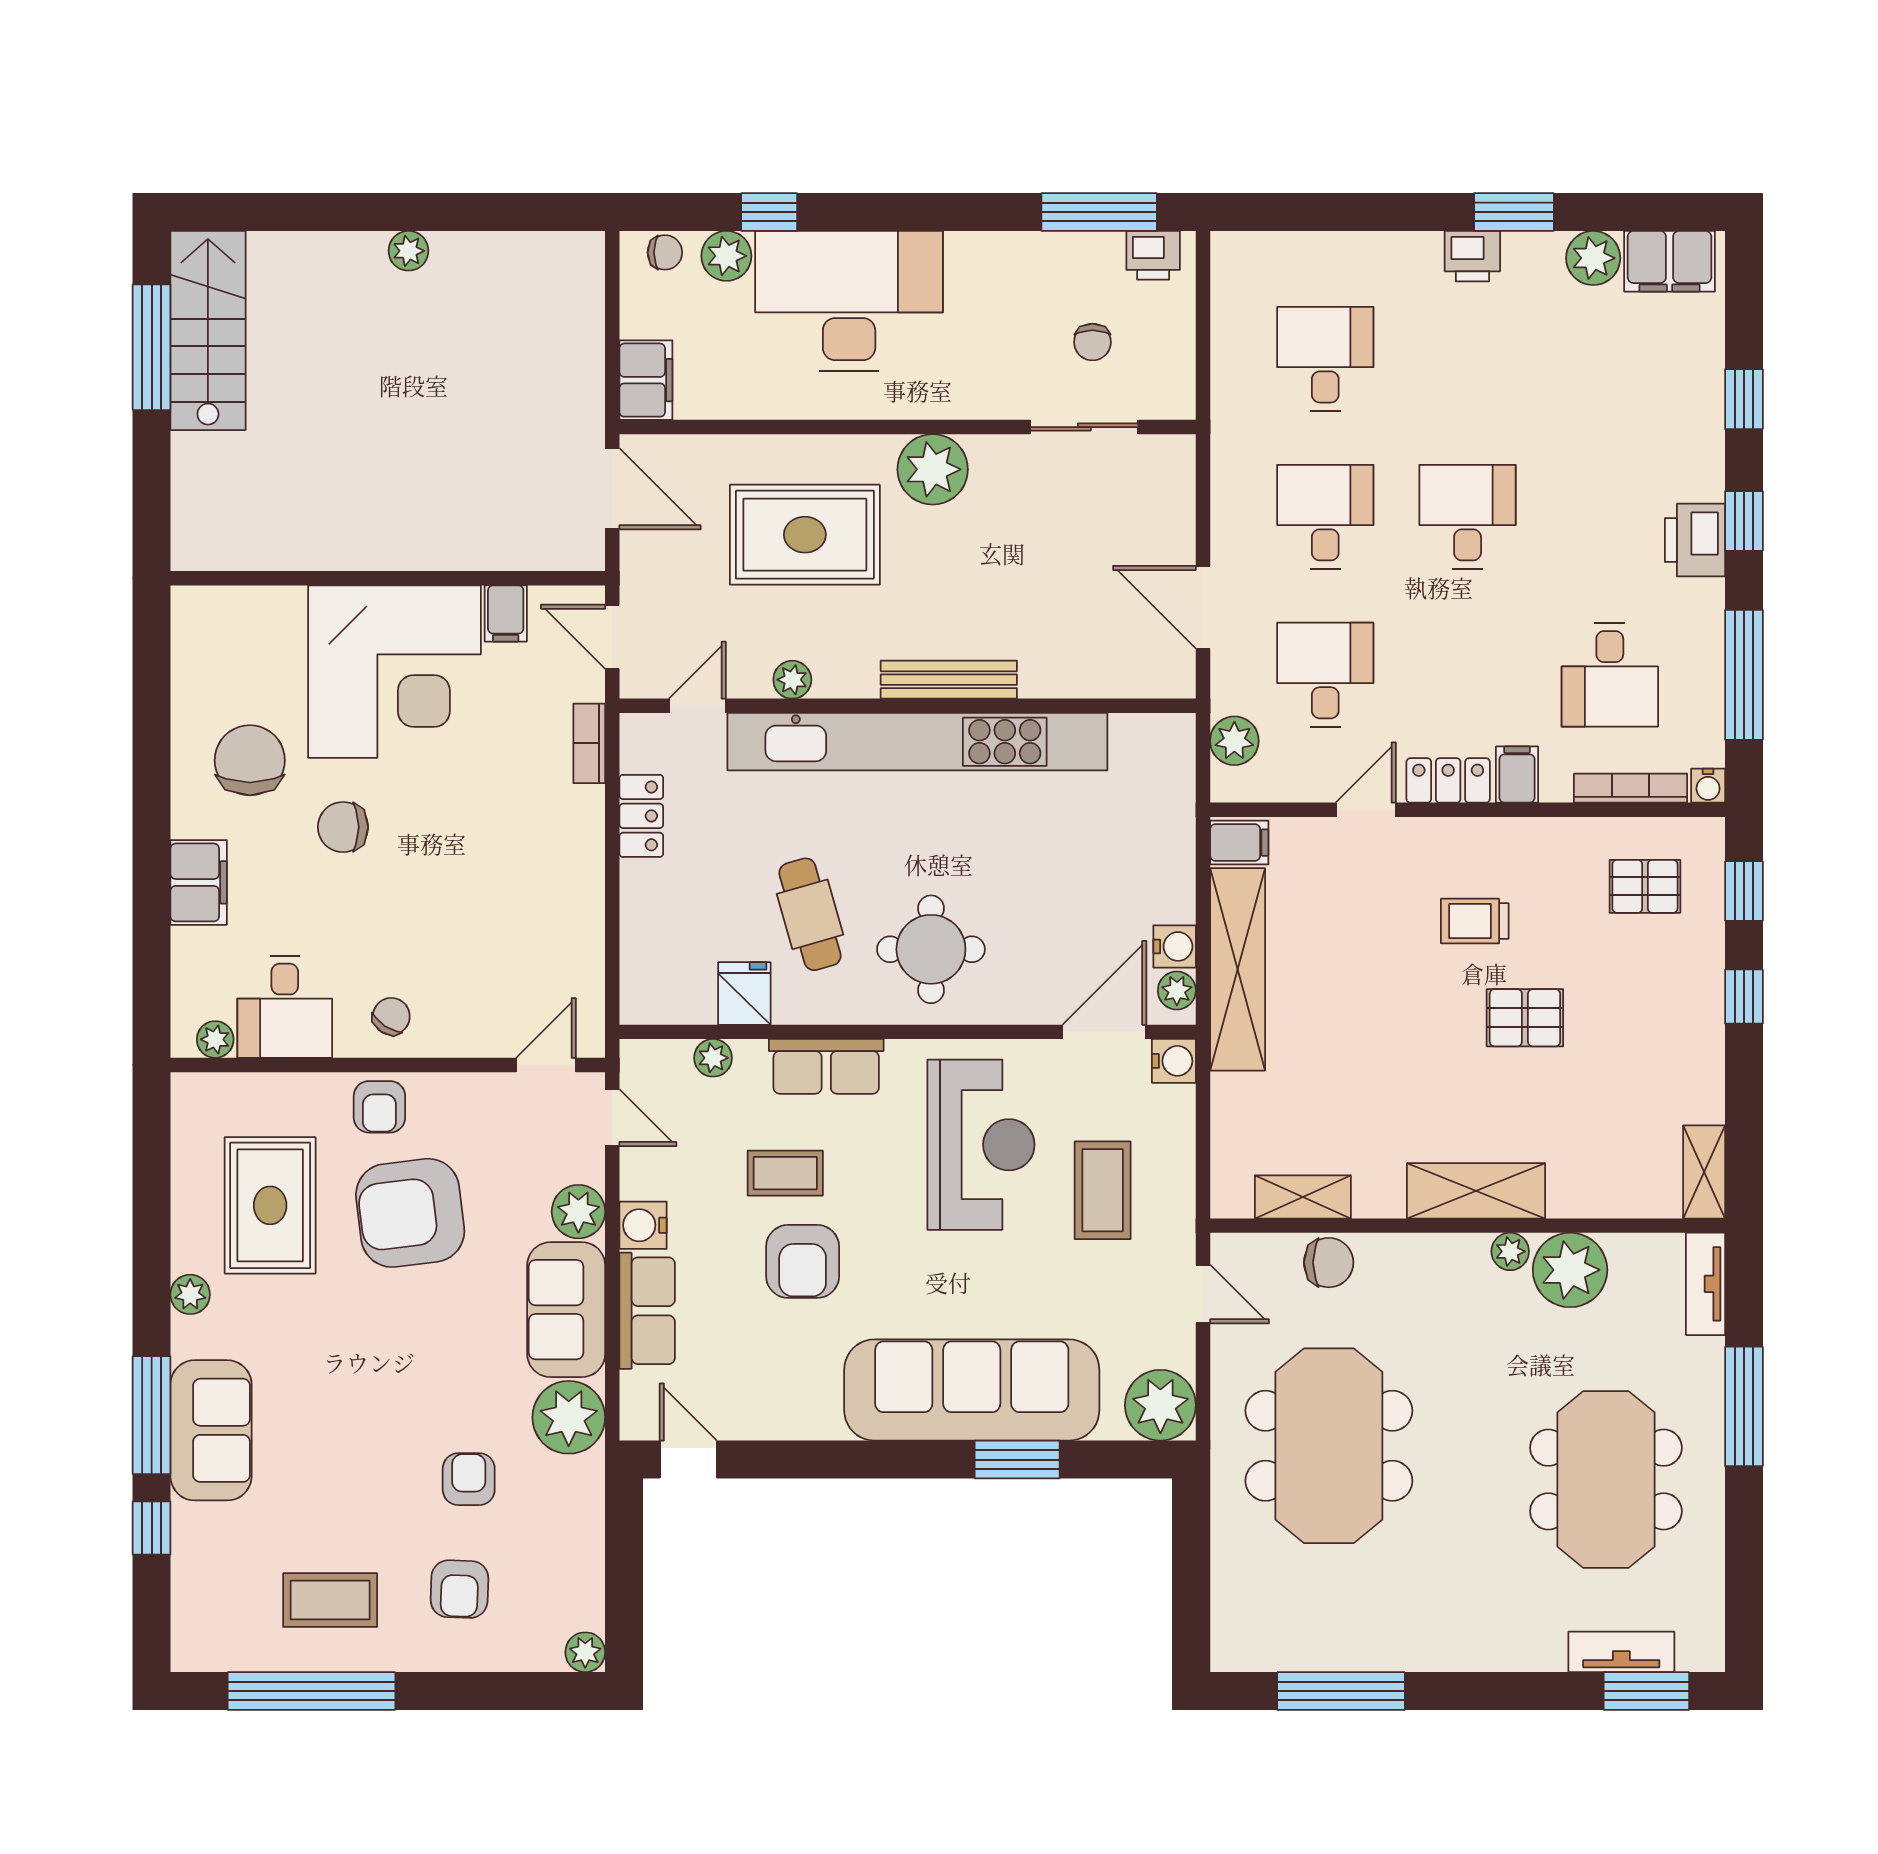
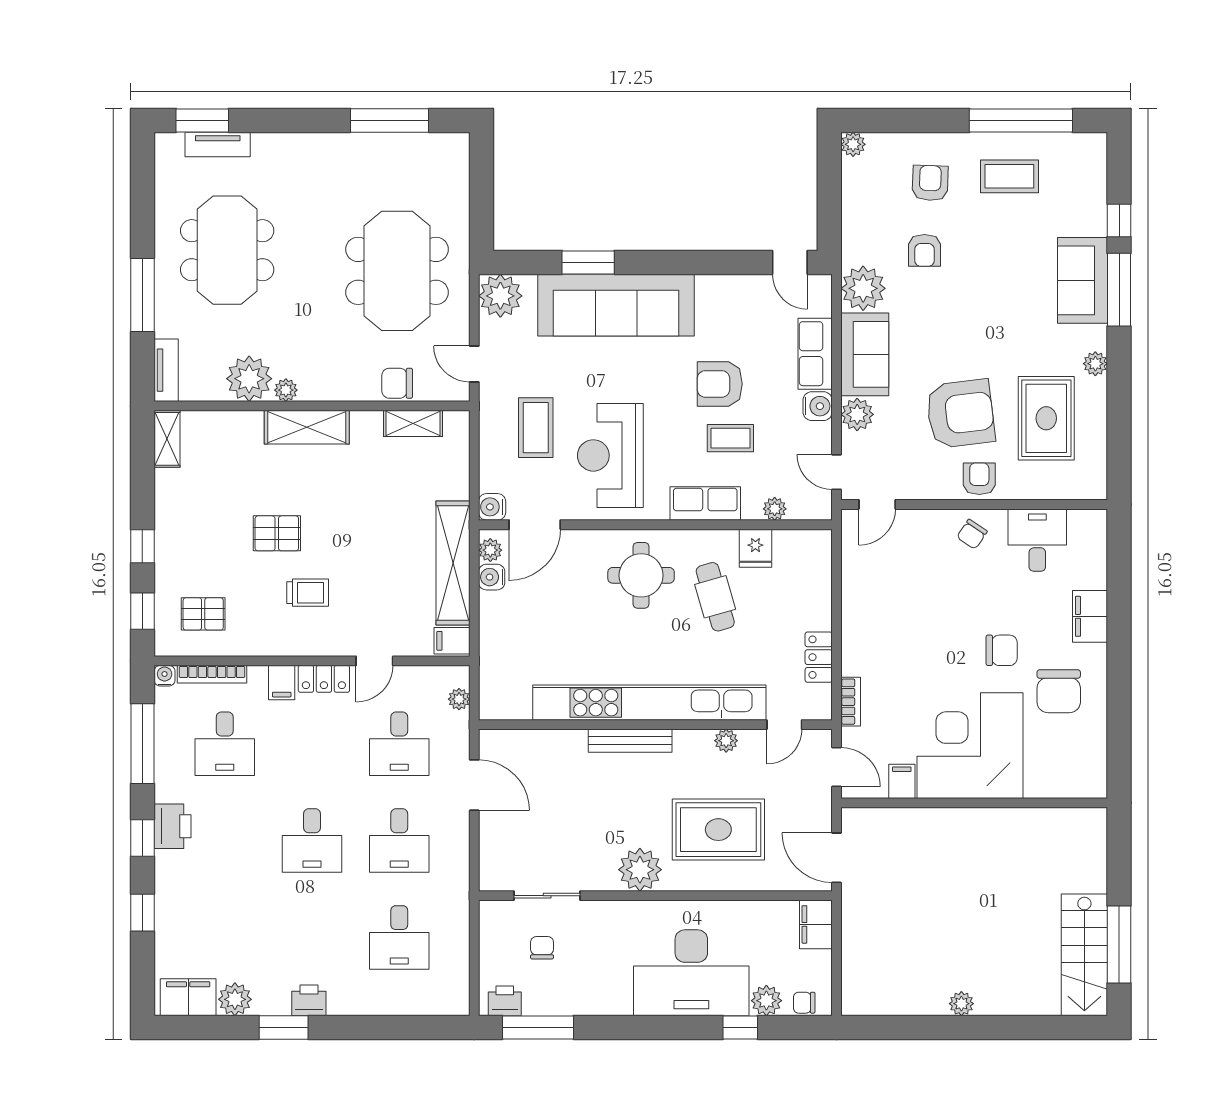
desk: (1610, 675) -> (225, 744), turned 180
plant: (1234, 741) -> (459, 699), width x0.73, depth x0.73
plant: (215, 1039) -> (1080, 520), removed
armchair: (803, 1261) -> (720, 384), turned -90

